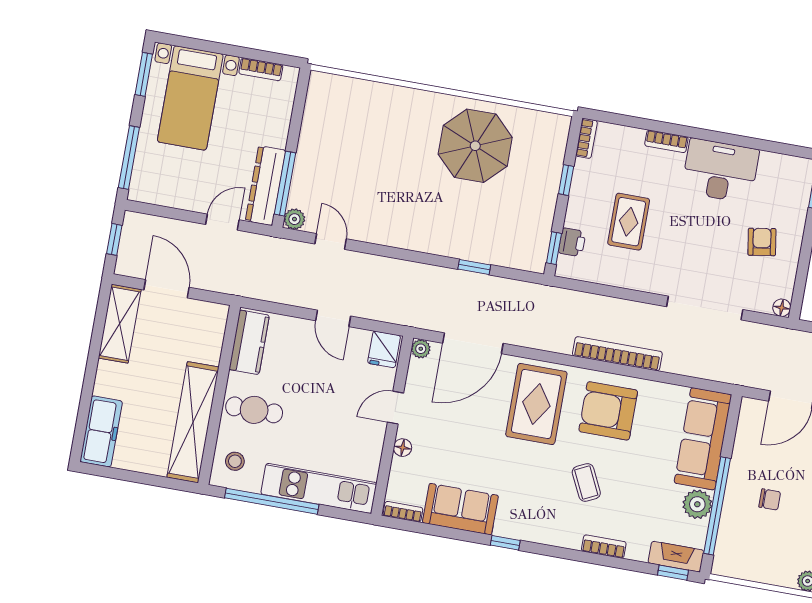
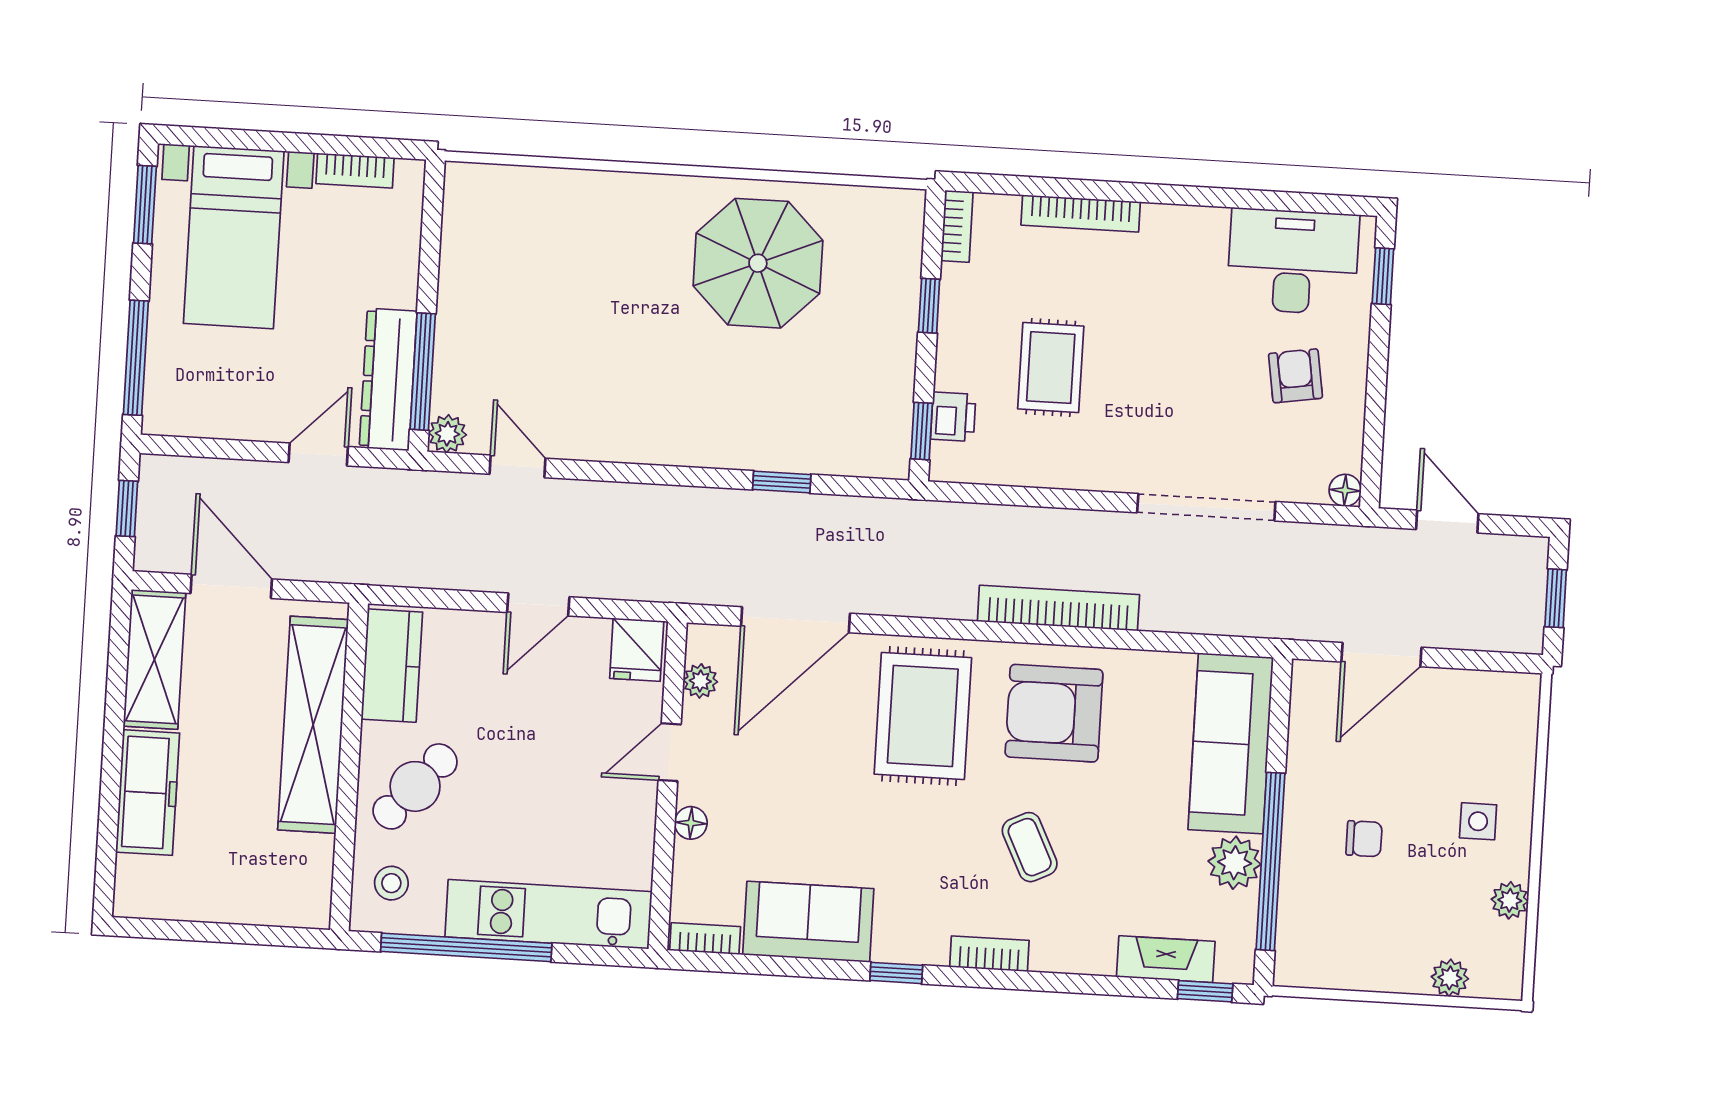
bookcase: (666, 141) -> (1081, 213), width x1.56
desk: (720, 171) -> (1293, 261), moved
door: (333, 318) -> (538, 605), hinge flipped
plant: (421, 349) -> (700, 681), moved
cafe table: (254, 410) -> (415, 786), turned -49
shelving: (193, 422) -> (313, 725), moved
freezer: (101, 431) -> (148, 793), moved
bookcase: (604, 547) -> (989, 954), moved
fireplace: (676, 557) -> (1166, 959), moved

